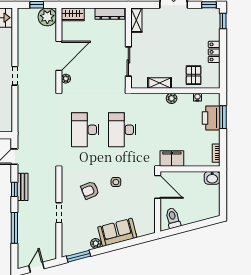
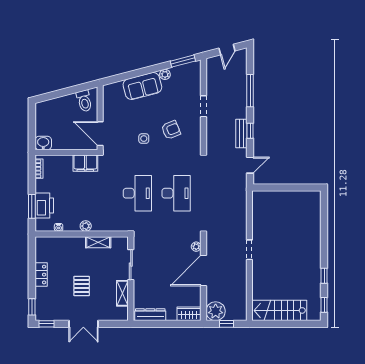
shelving: (136, 20) -> (122, 293), moved
pallet: (194, 75) -> (82, 286), moved

